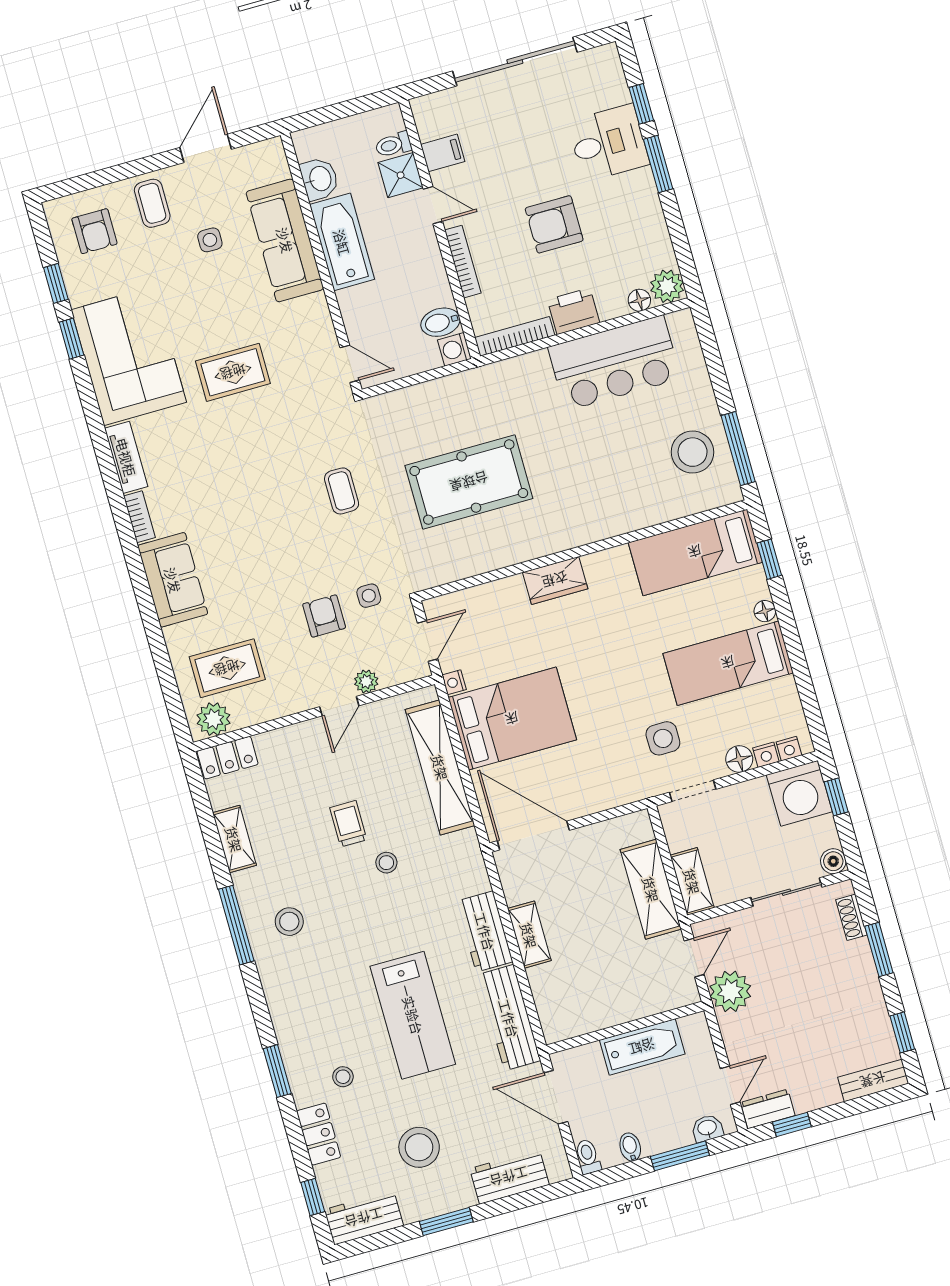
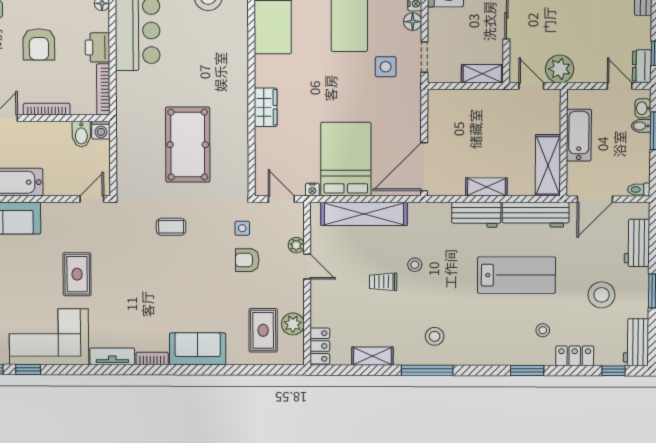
plant: (213, 719) -> (293, 324), moved
shelving: (651, 889) -> (548, 165), moved, turned 90
bidet: (630, 1147) -> (641, 126), moved

